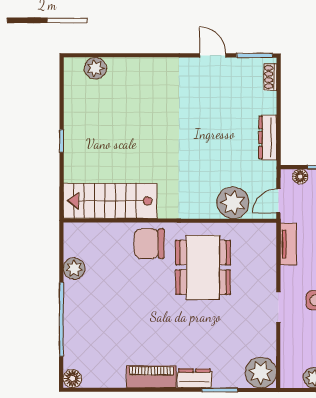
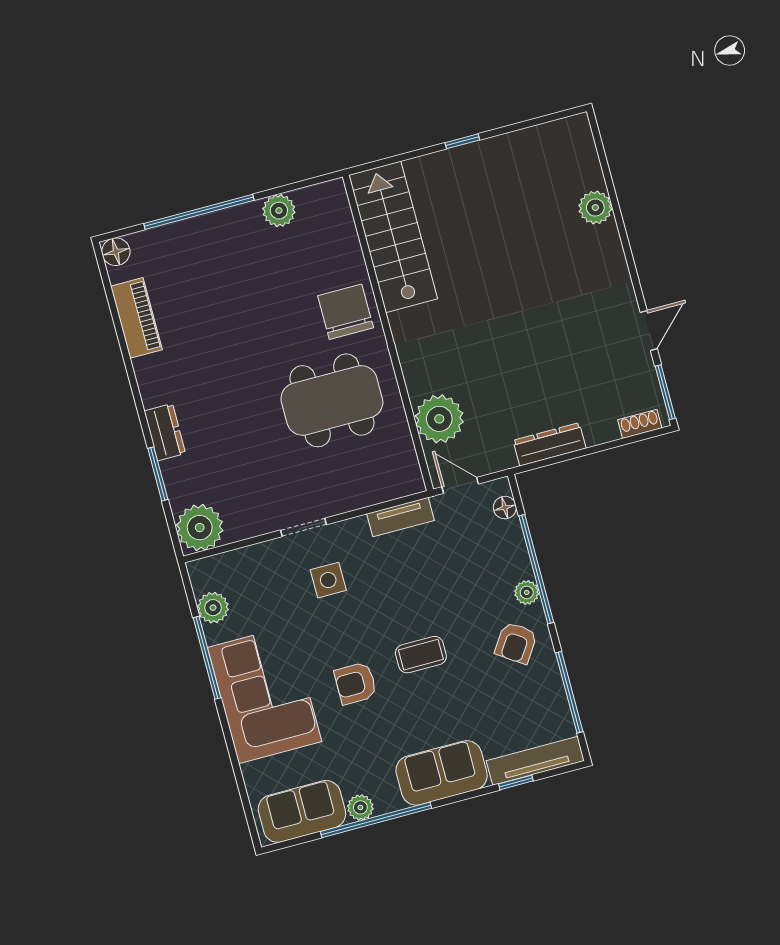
plant: (95, 68) -> (595, 208), moved
piano: (151, 377) -> (136, 318), moved

